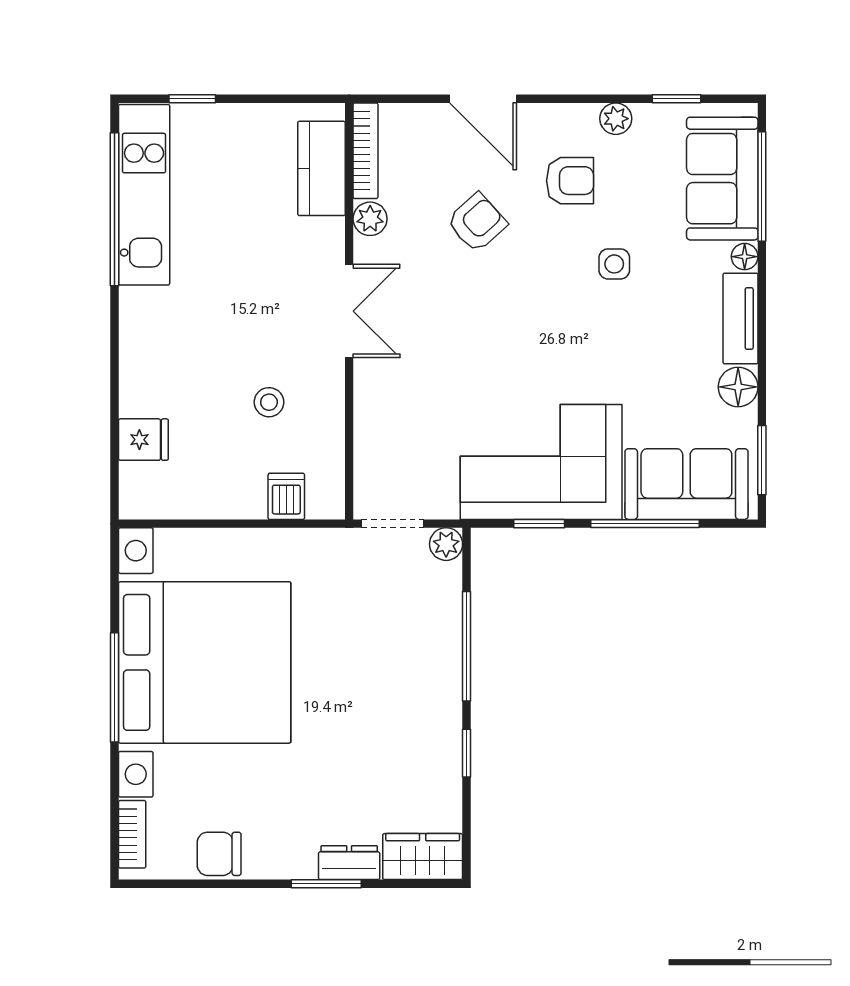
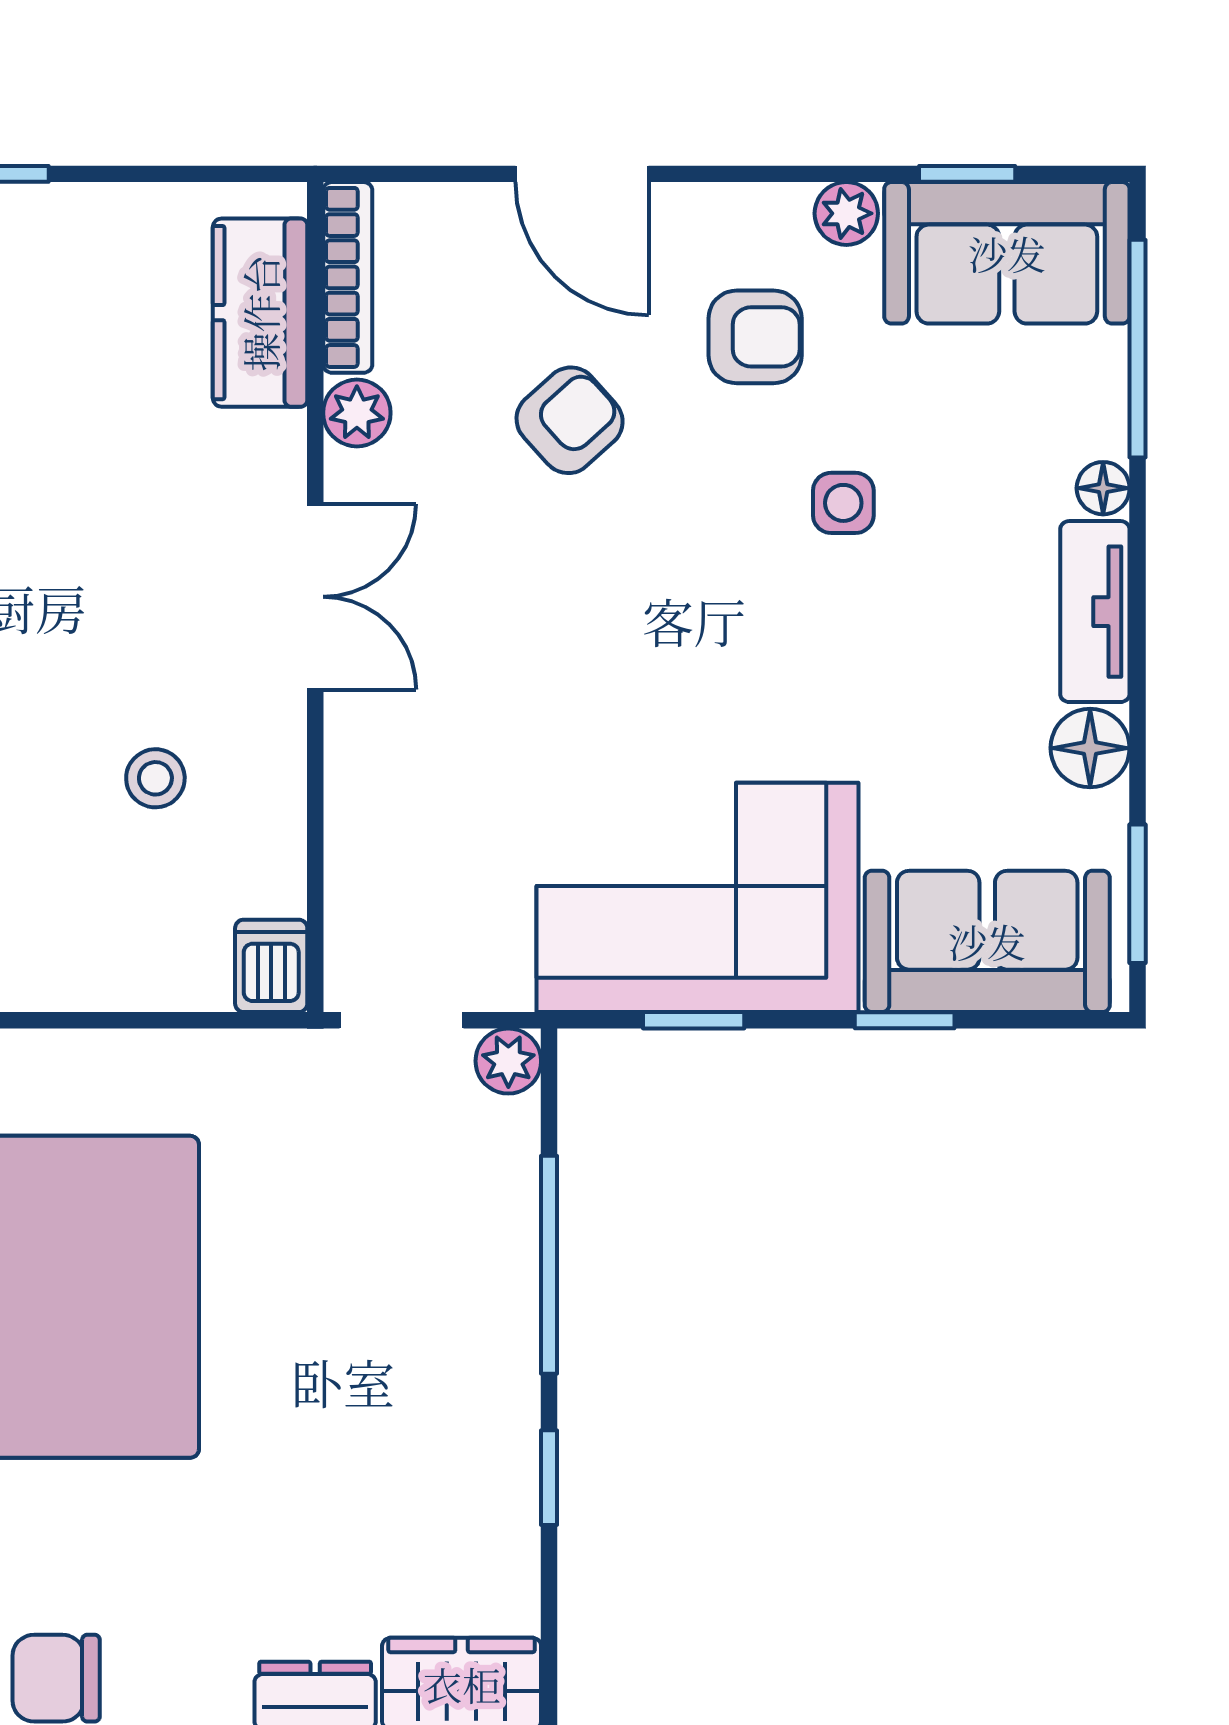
sofa: (722, 179) -> (1007, 253), moved, turned -90
dishwasher: (286, 496) -> (271, 966), moved
window: (645, 524) -> (905, 1020), width x0.46

